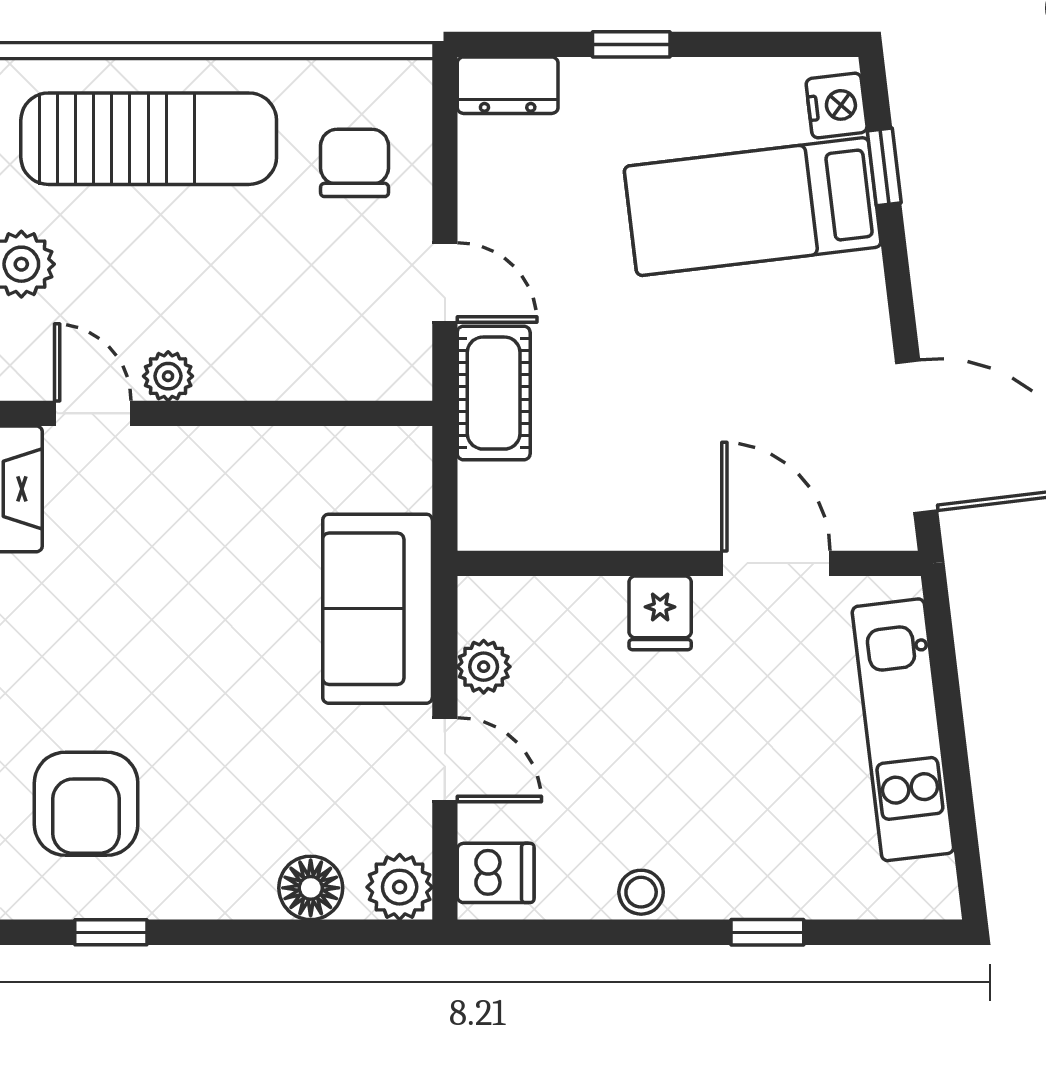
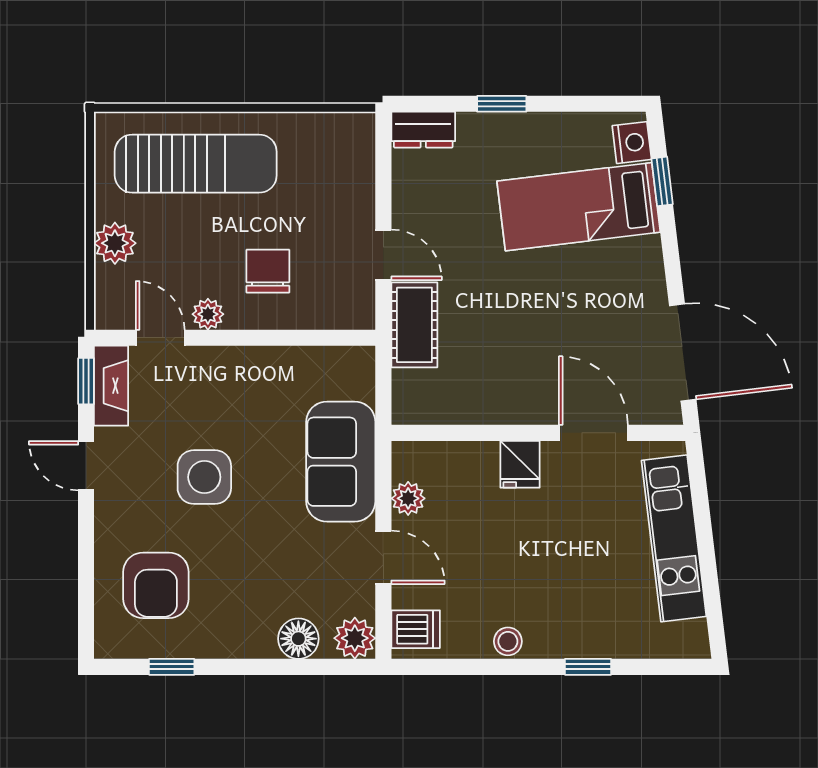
chair: (355, 163) -> (268, 271), moved
side table: (162, 633) -> (204, 477), added

